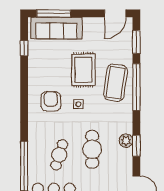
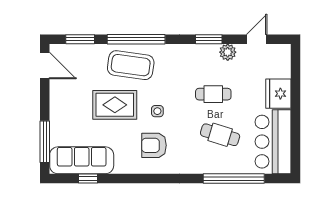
sofa: (56, 28) -> (82, 160), moved, turned -90
plant: (126, 141) -> (228, 52), moved
cafe table: (92, 149) -> (213, 94), width x0.73, depth x0.74

